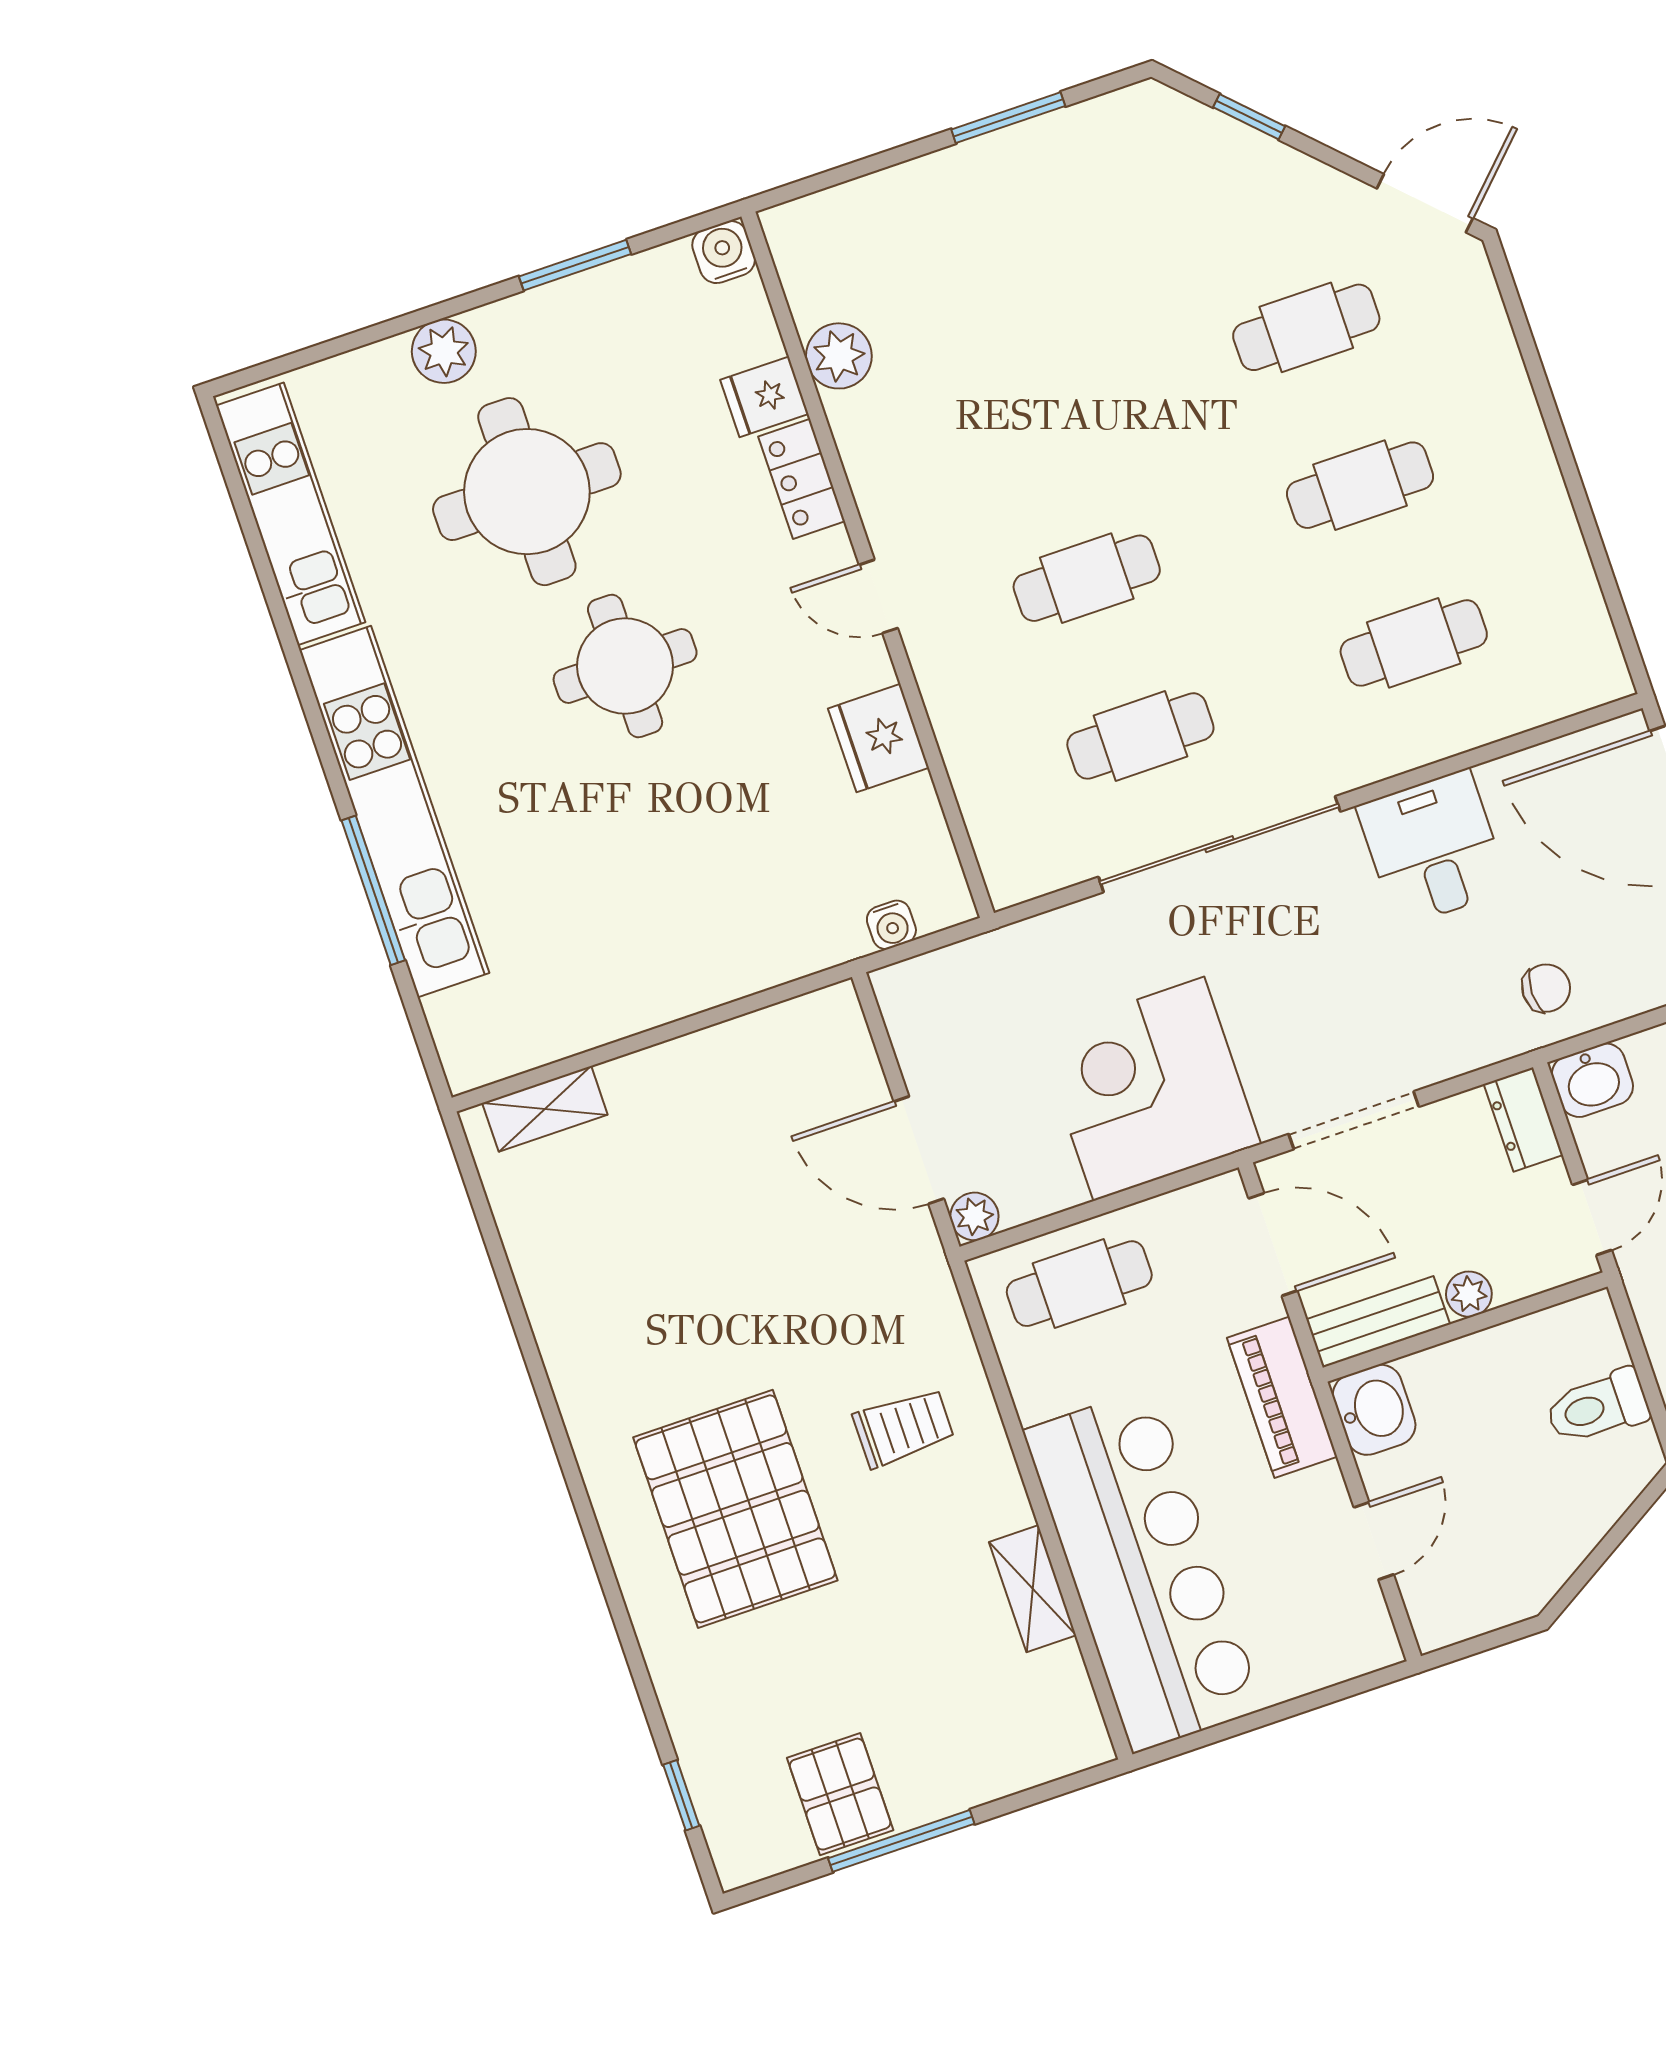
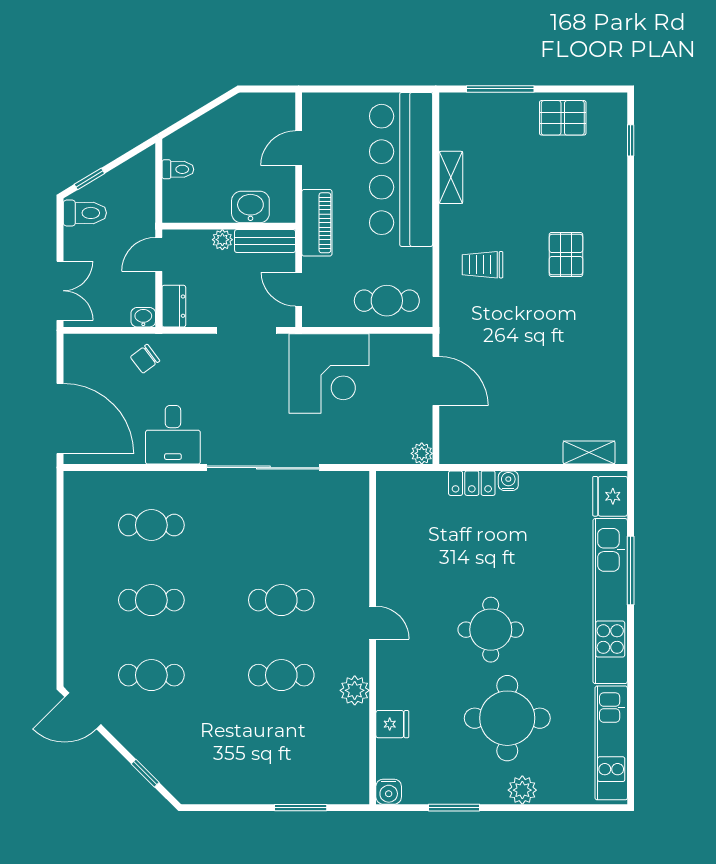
window: (1008, 118) -> (301, 808), moved
plant: (839, 356) -> (355, 690), moved
locker: (802, 479) -> (472, 483), moved, turned 90
cafe table: (1140, 736) -> (281, 675), moved
fridge: (878, 738) -> (610, 496), moved, turned 180
water cooler: (891, 925) -> (508, 481), moved
chair: (1546, 988) -> (145, 359), turned -37
washbasin: (1592, 1080) -> (143, 317), width x0.72, depth x0.69
plant: (974, 1216) -> (422, 453), moved
door: (1273, 1245) -> (299, 289), width x0.73
toilet: (1597, 1407) -> (178, 169), width x0.73, depth x0.72
washbasin: (1374, 1410) -> (250, 207), moved, turned 90
pallet: (735, 1509) -> (566, 255), width x0.49, depth x0.50
pallet: (840, 1794) -> (563, 118), turned 90
window: (901, 1841) -> (500, 89), moved

